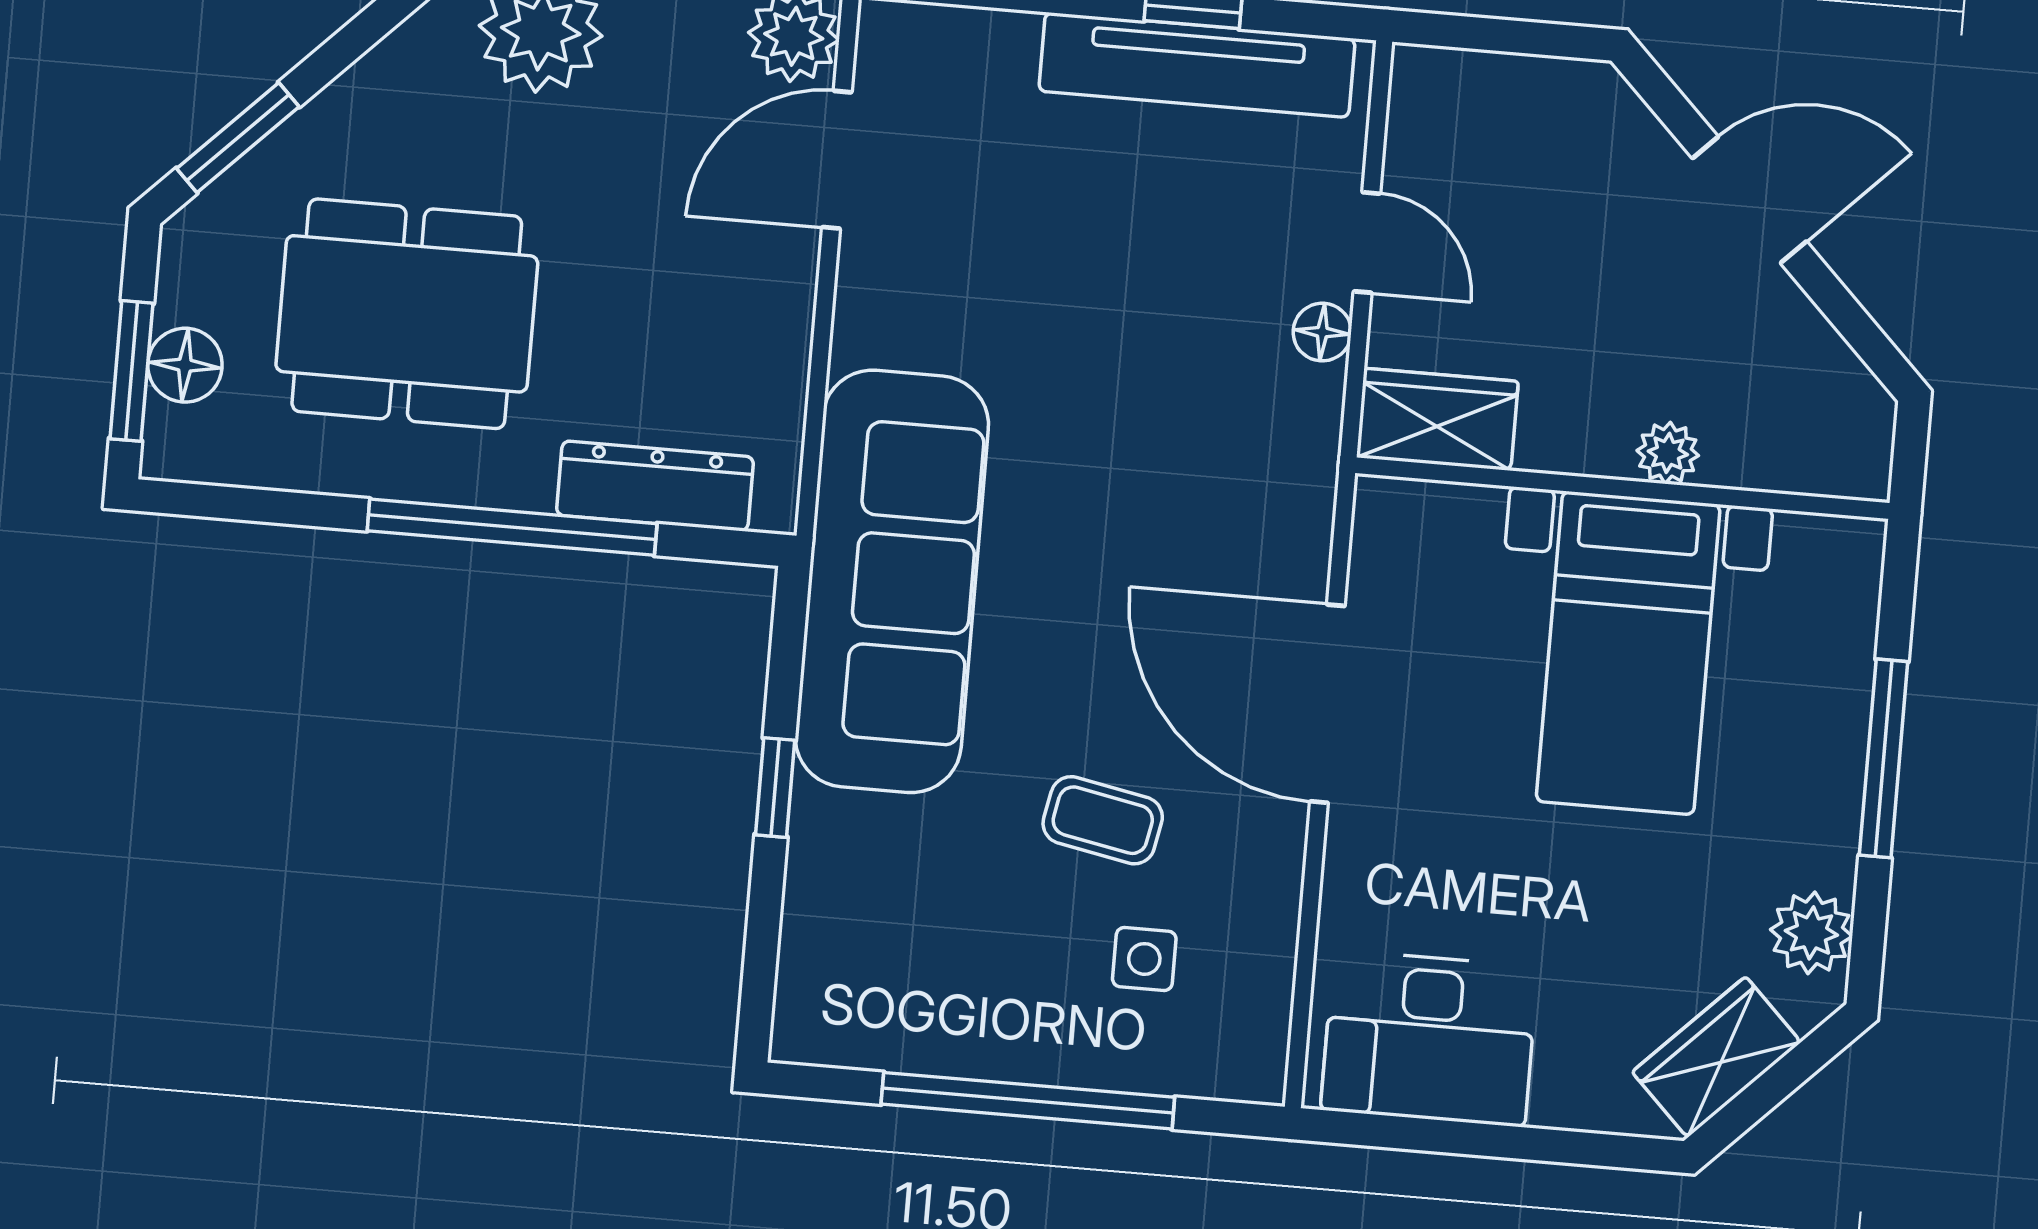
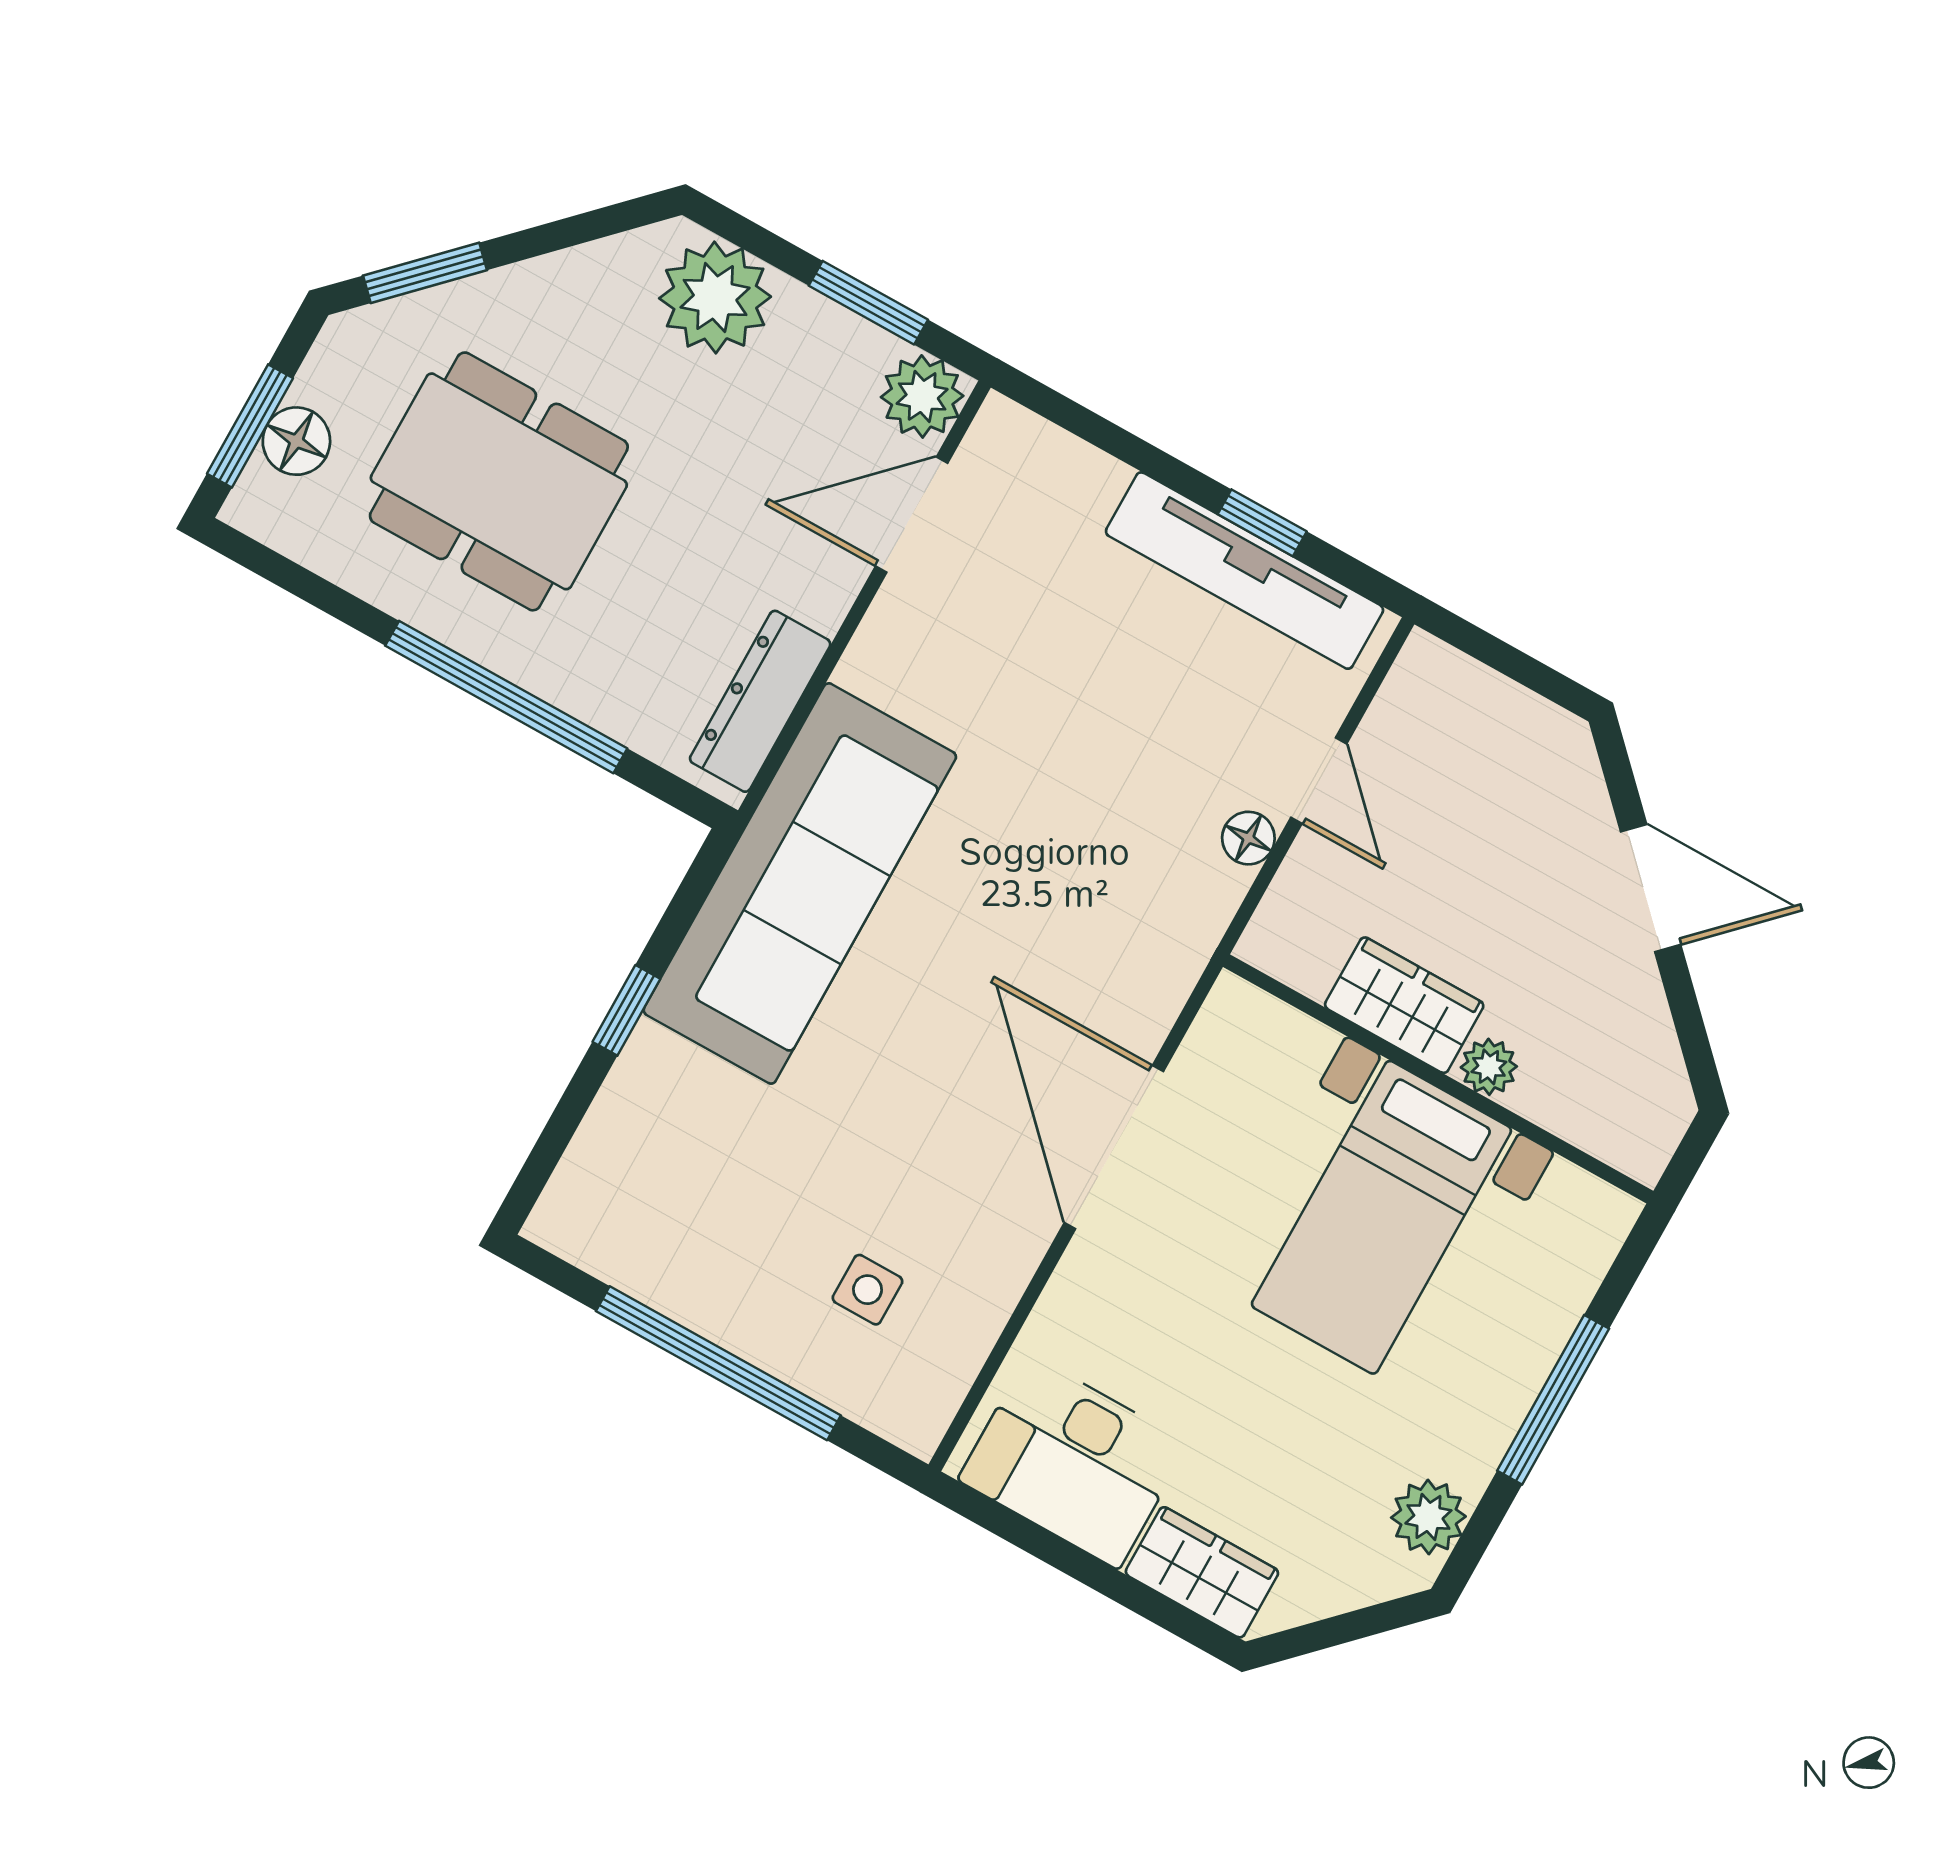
wardrobe: (1437, 419) -> (1404, 1005), moved
dresser: (655, 486) -> (760, 701), moved, turned -90
coffee table: (1103, 820) -> (885, 1159), removed
wardrobe: (1717, 1057) -> (1202, 1572), moved, turned 45

